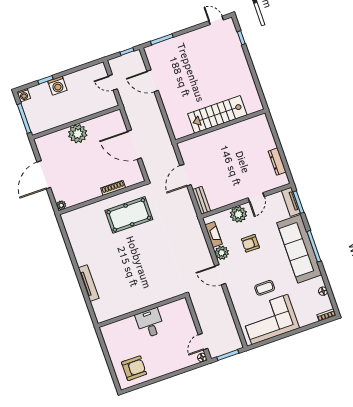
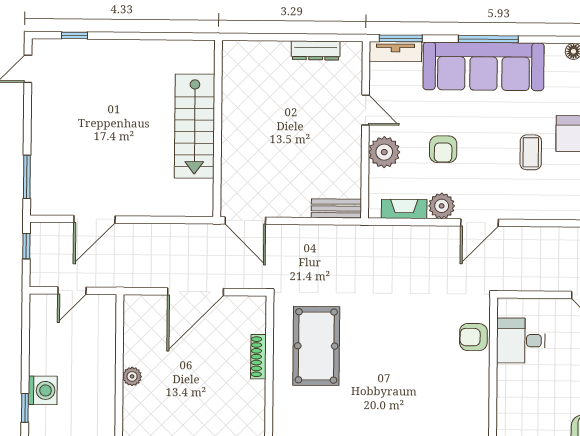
plant: (78, 134) -> (132, 376), width x0.53, depth x0.53
door: (185, 175) -> (245, 221), moved
armchair: (162, 292) -> (473, 337), added
desk: (150, 323) -> (521, 341), moved

